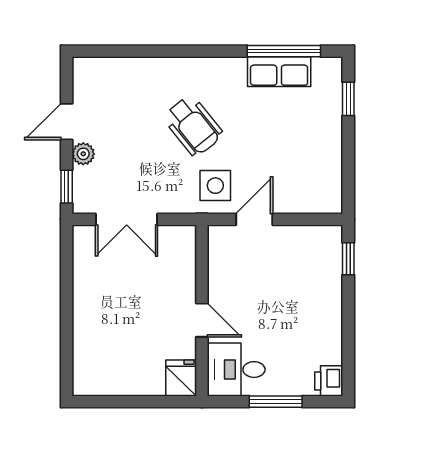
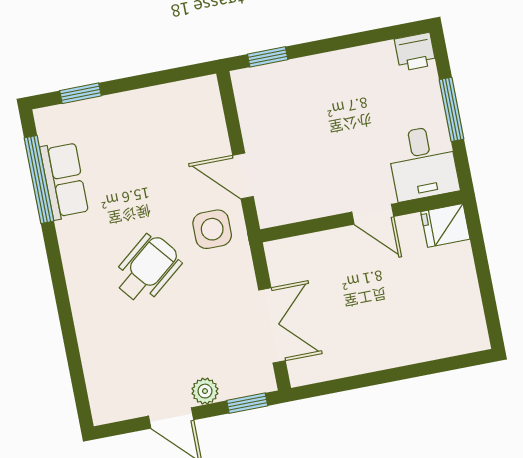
door: (202, 320) -> (373, 214), swing flipped

